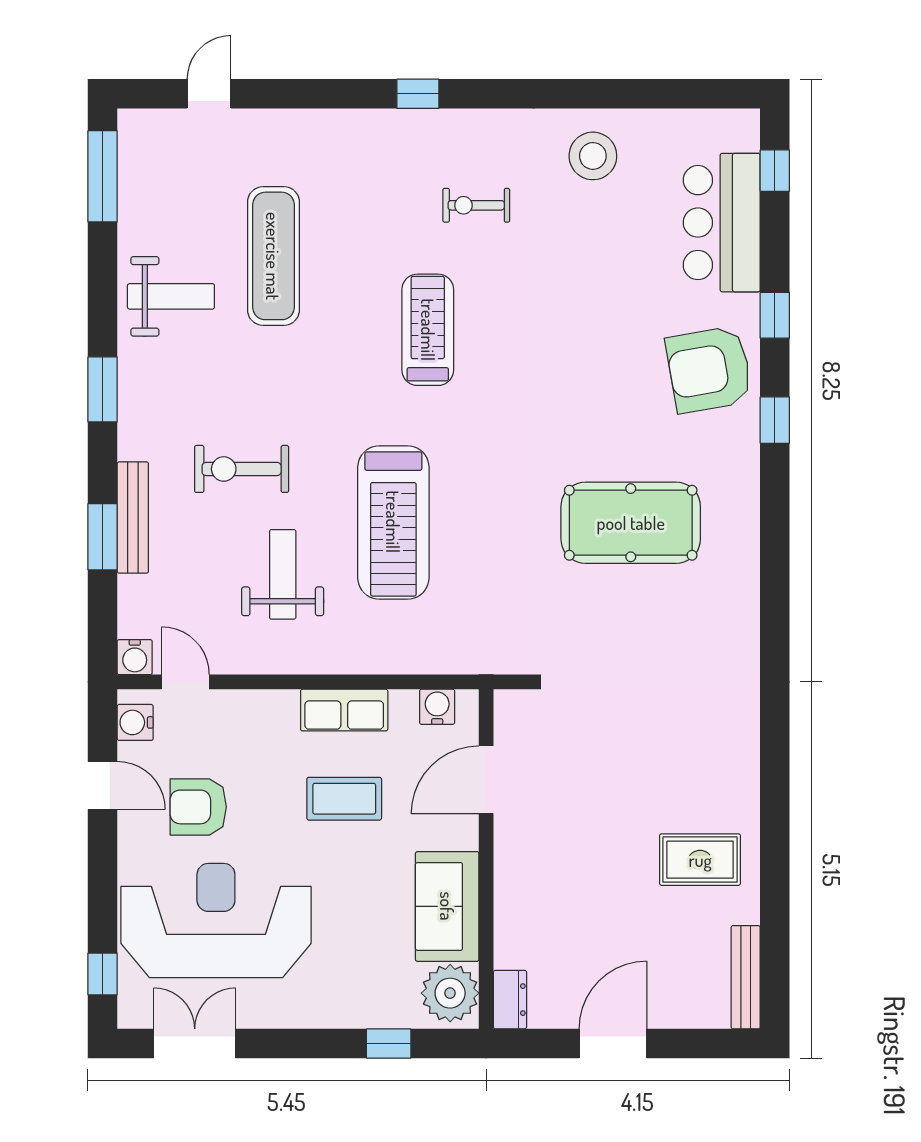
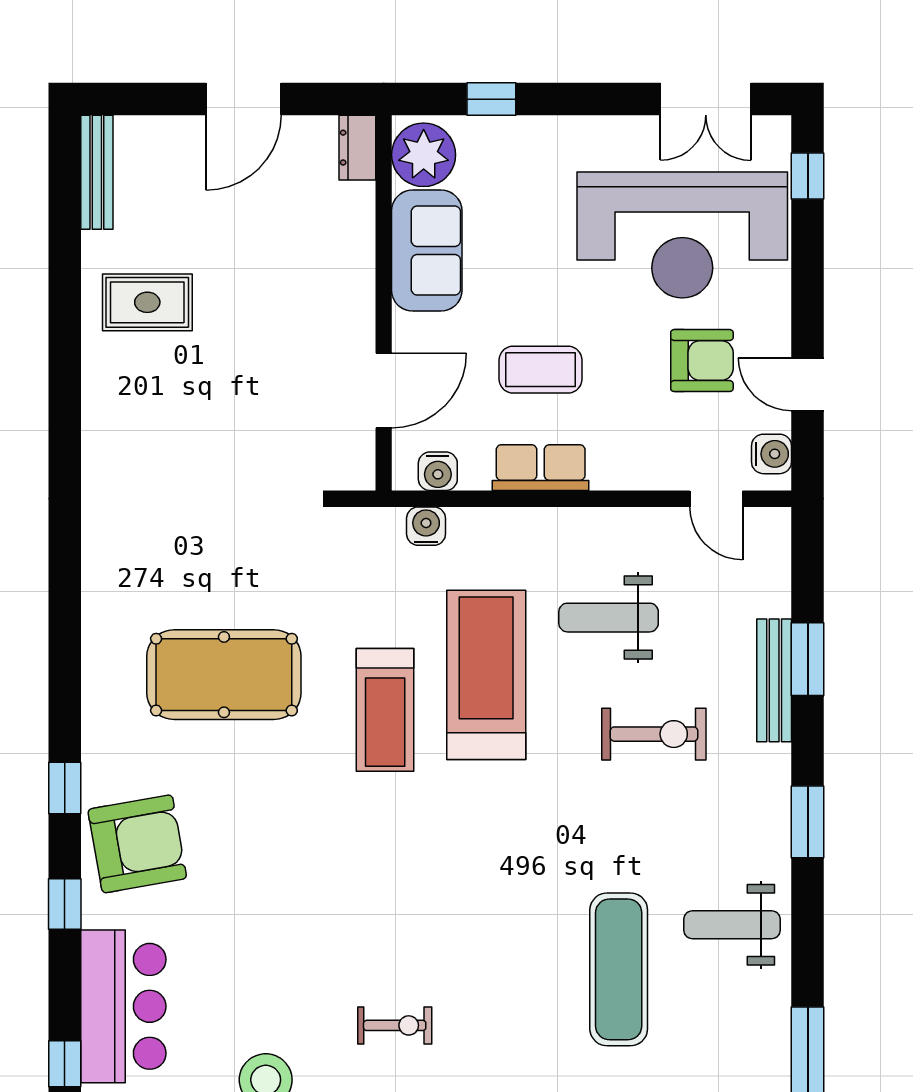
treadmill: (428, 330) -> (385, 710), moved
weight bench: (283, 574) -> (609, 618), turned 90
water cooler: (135, 657) -> (426, 526), moved

